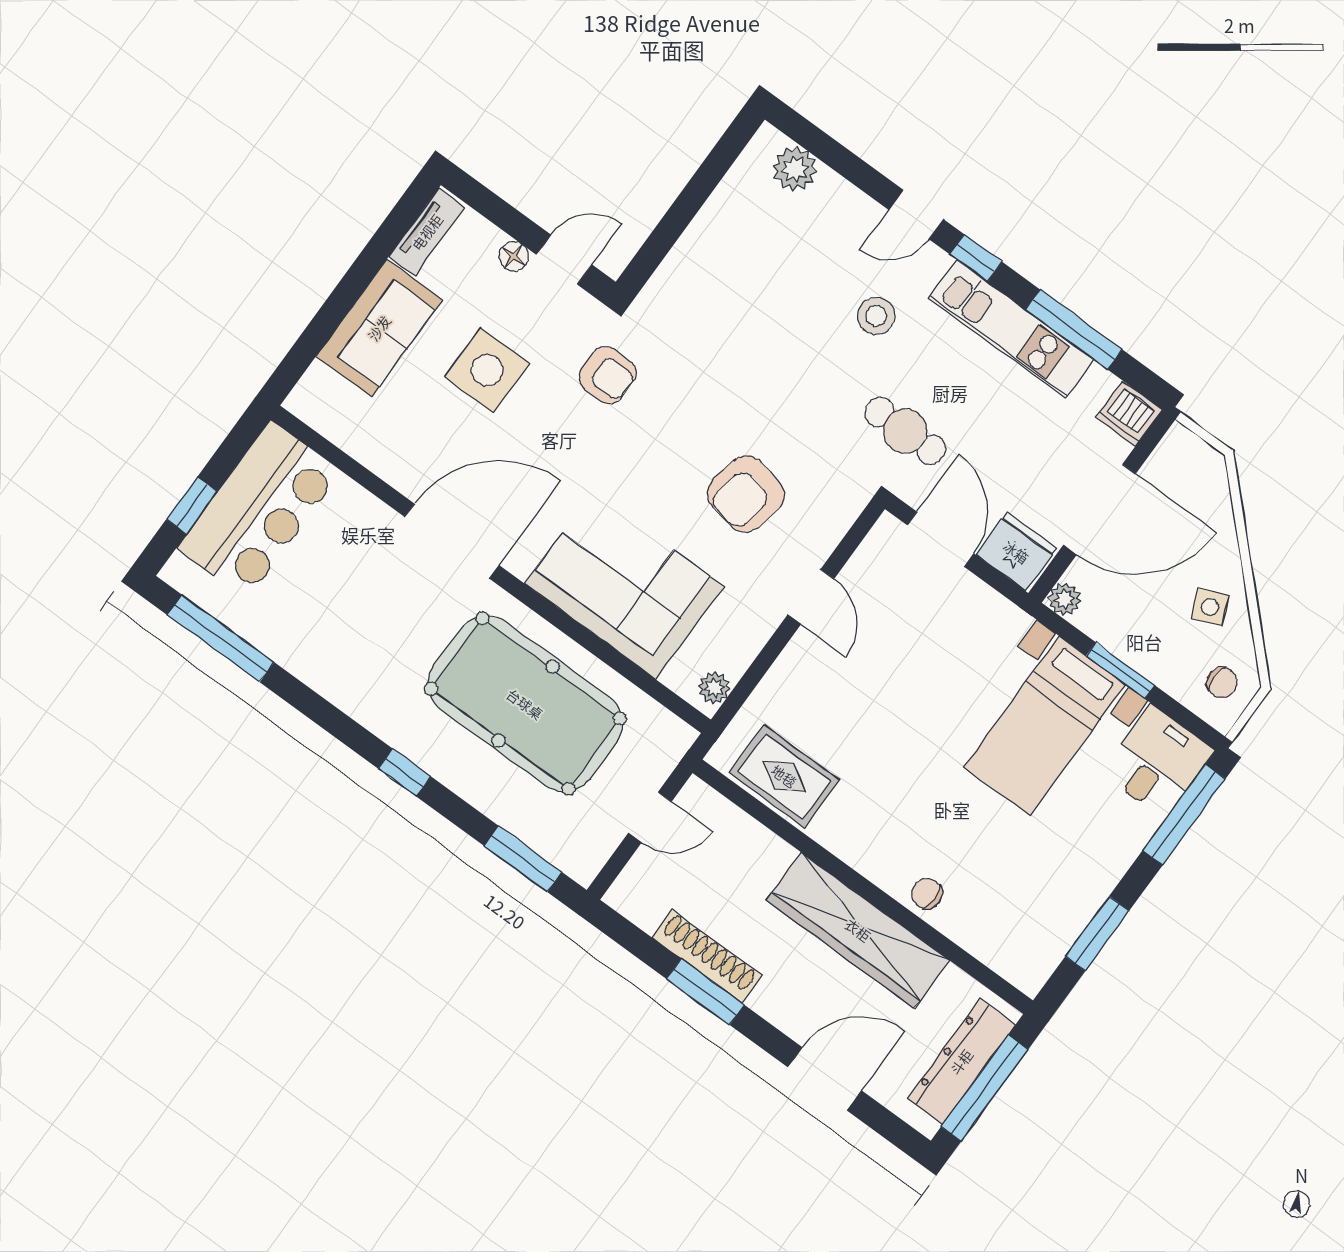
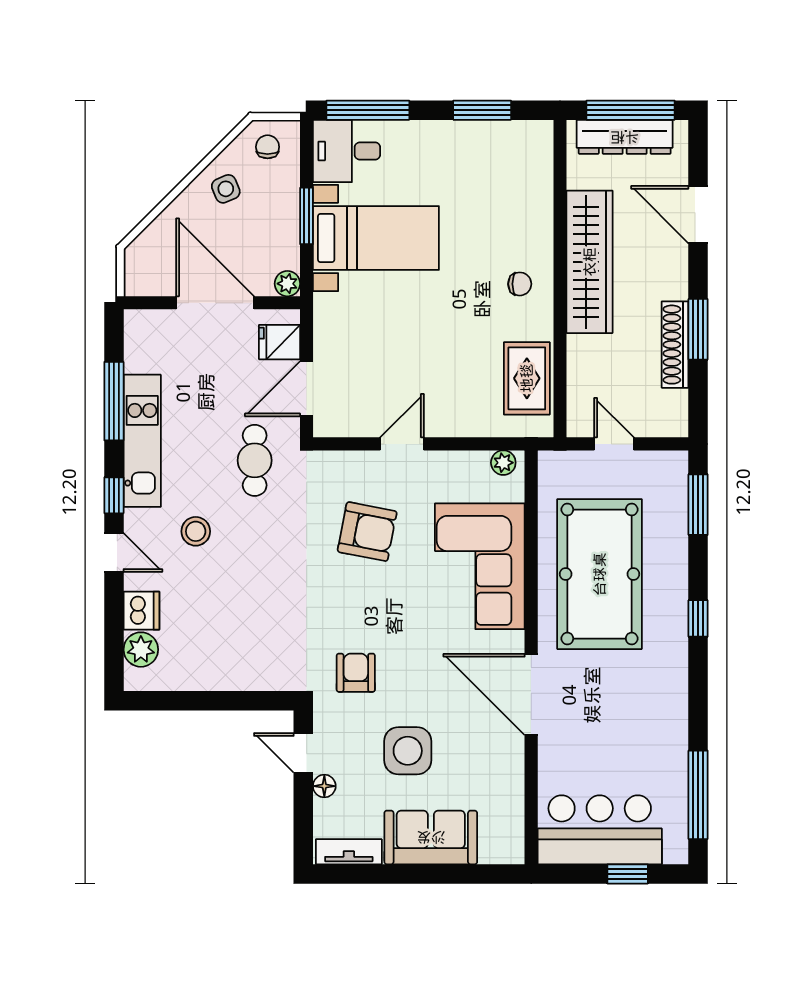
dishwasher: (1129, 413) -> (141, 611), moved
fridge: (1016, 552) -> (280, 342), width x0.72
chair: (927, 894) -> (520, 284), moved, turned -90

